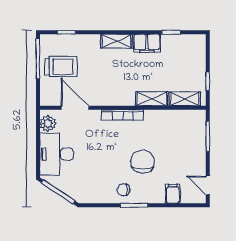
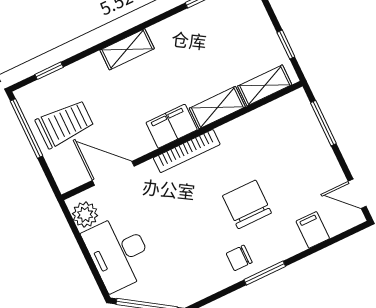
filing cabinet: (147, 43) -> (172, 126), moved, turned 180

